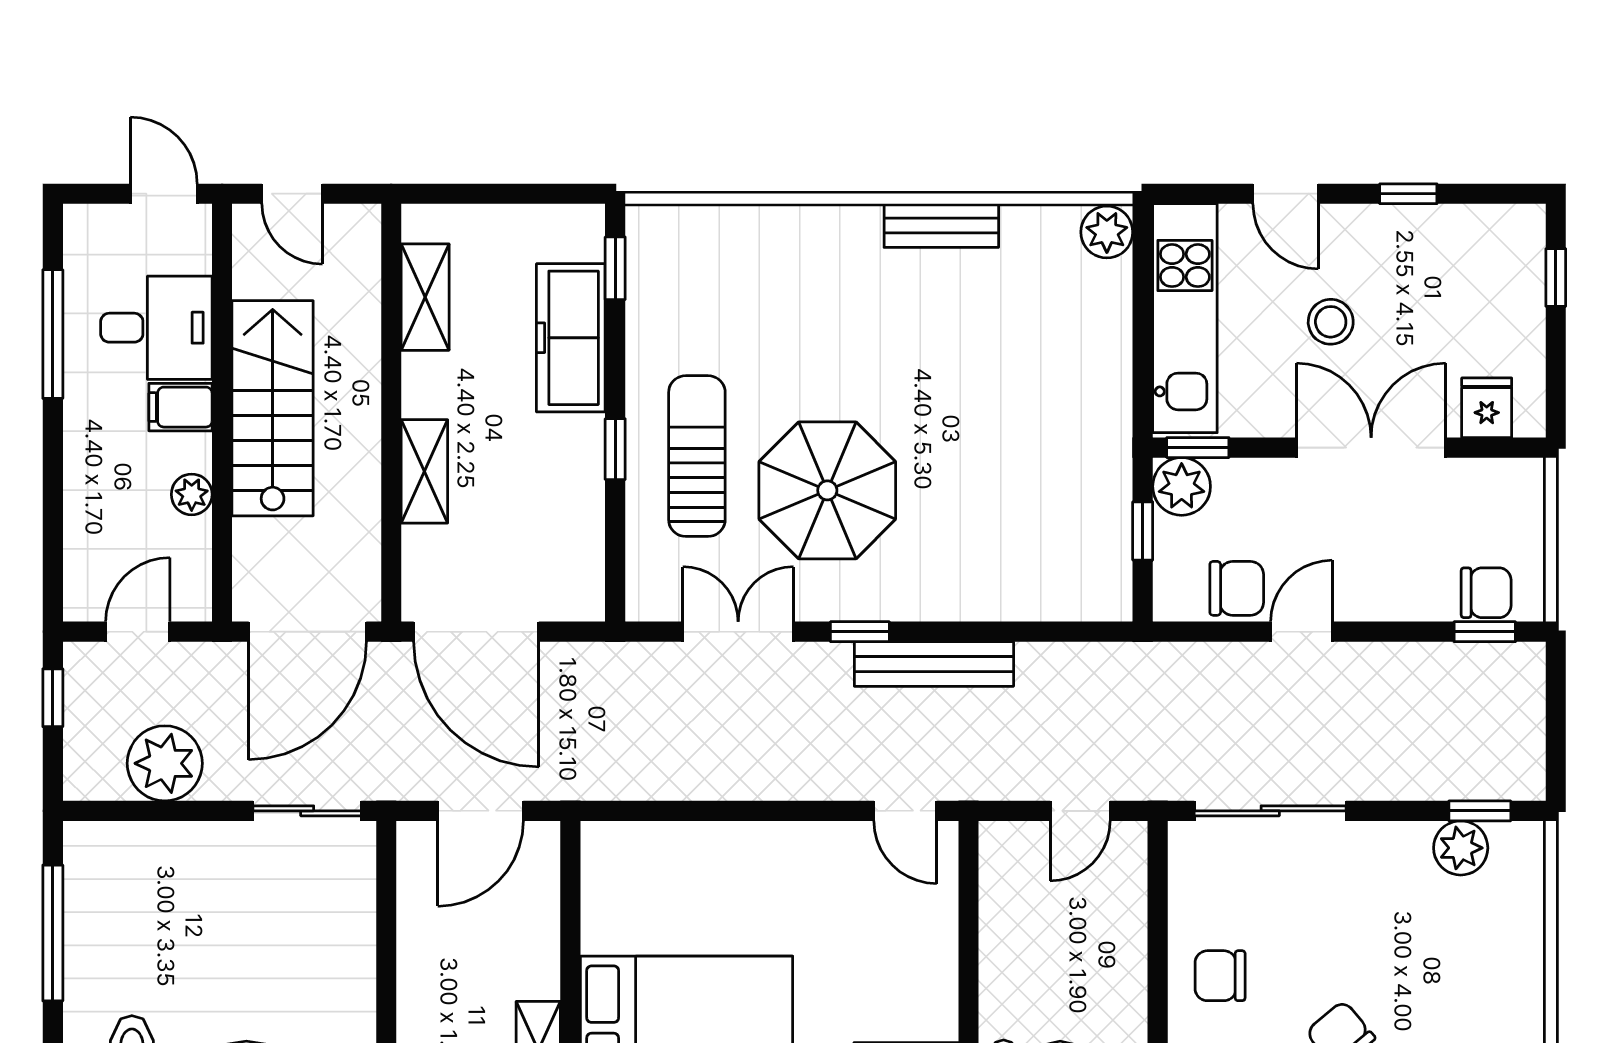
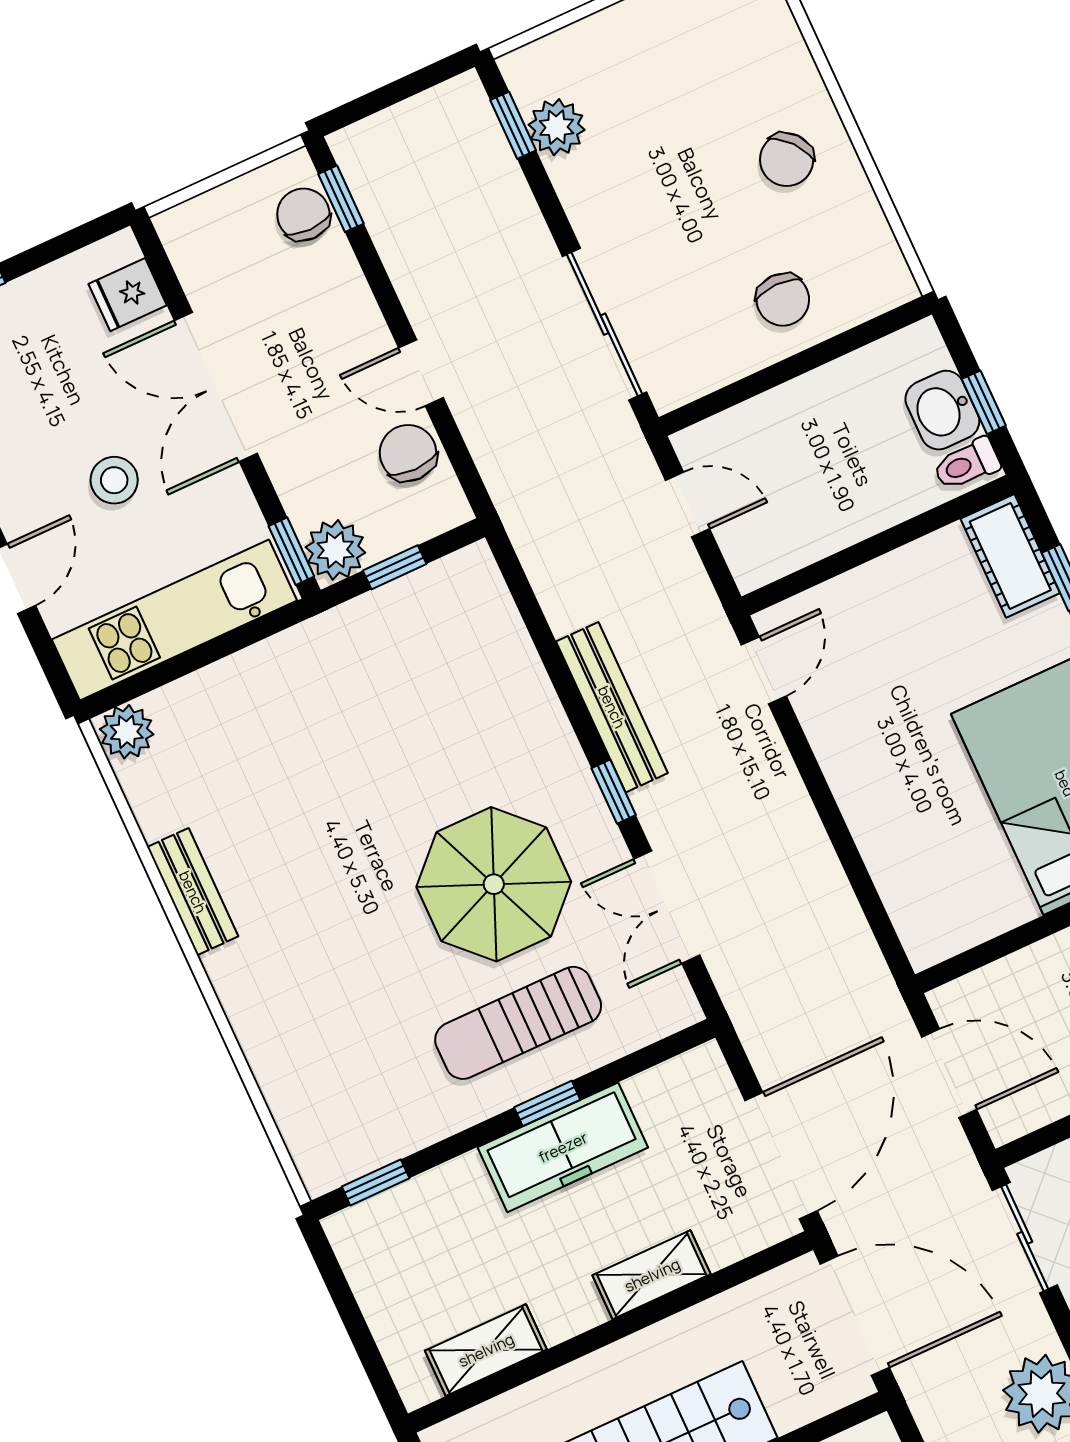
freezer: (571, 338) -> (563, 1147), moved

